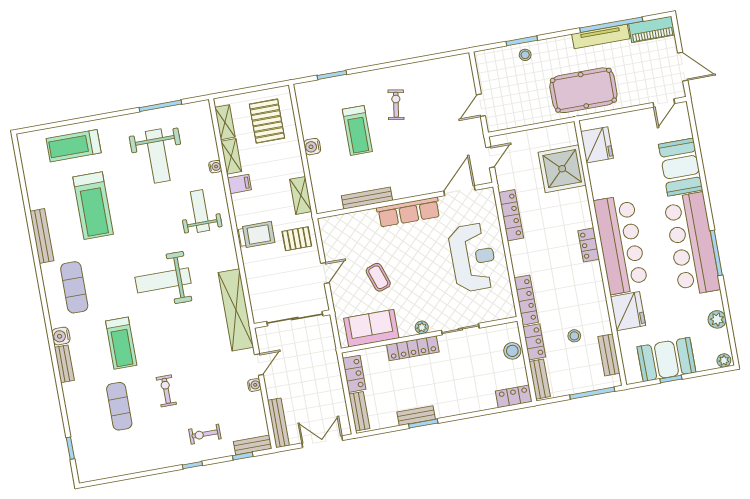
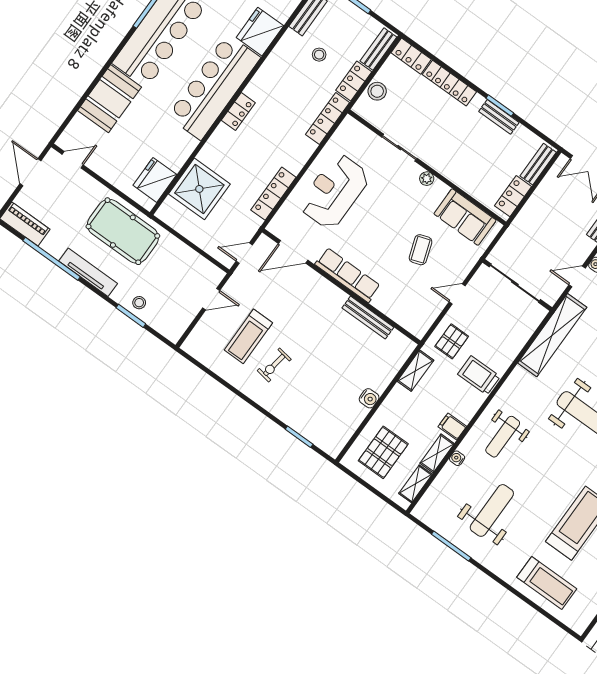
tv unit: (601, 36) -> (88, 272), moved
treadmill: (357, 130) -> (248, 336), moved, turned 180
pallet: (297, 239) -> (452, 341), turned 90
locker: (413, 348) -> (449, 83), moved, turned 180

